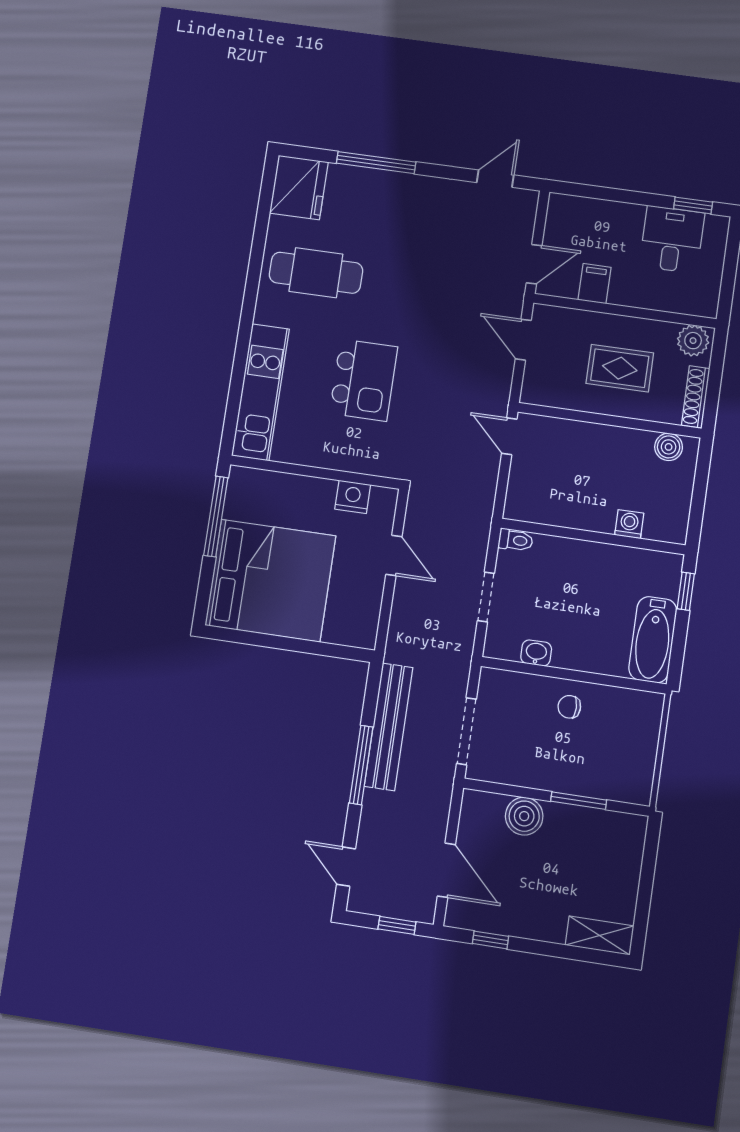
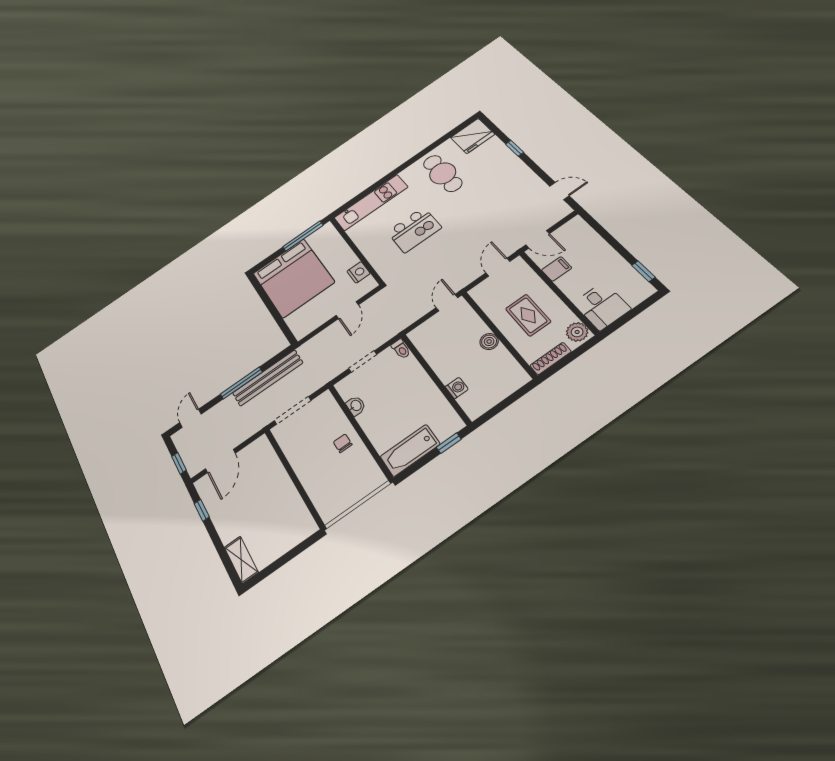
window: (376, 163) -> (515, 148), width x0.46
desk: (672, 240) -> (602, 306), moved, turned 90
boiler: (669, 447) -> (489, 341), moved
window: (579, 801) -> (300, 489), removed
boiler: (524, 816) -> (273, 471), removed

